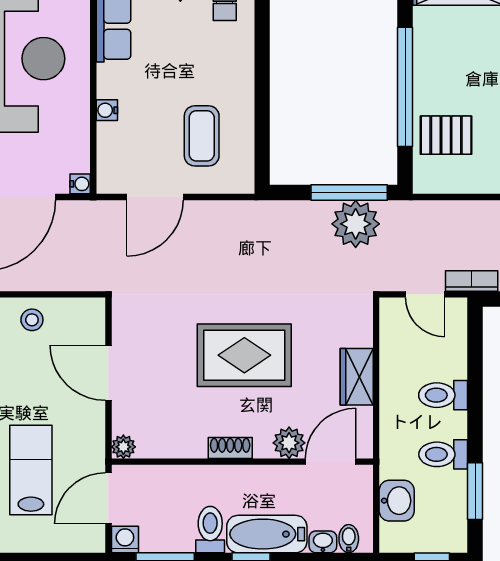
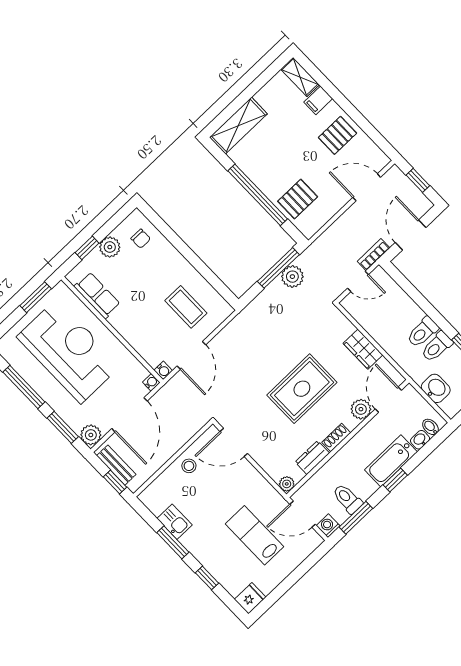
water cooler: (107, 110) -> (163, 370), moved, turned -90
plant: (356, 224) -> (292, 277), width x0.73, depth x0.73
door: (108, 373) -> (234, 442), moved
toilet: (443, 395) -> (423, 332), moved
dresser: (181, 445) -> (312, 458), added
door: (108, 498) -> (303, 514), hinge flipped
toilet: (210, 530) -> (347, 499), moved

